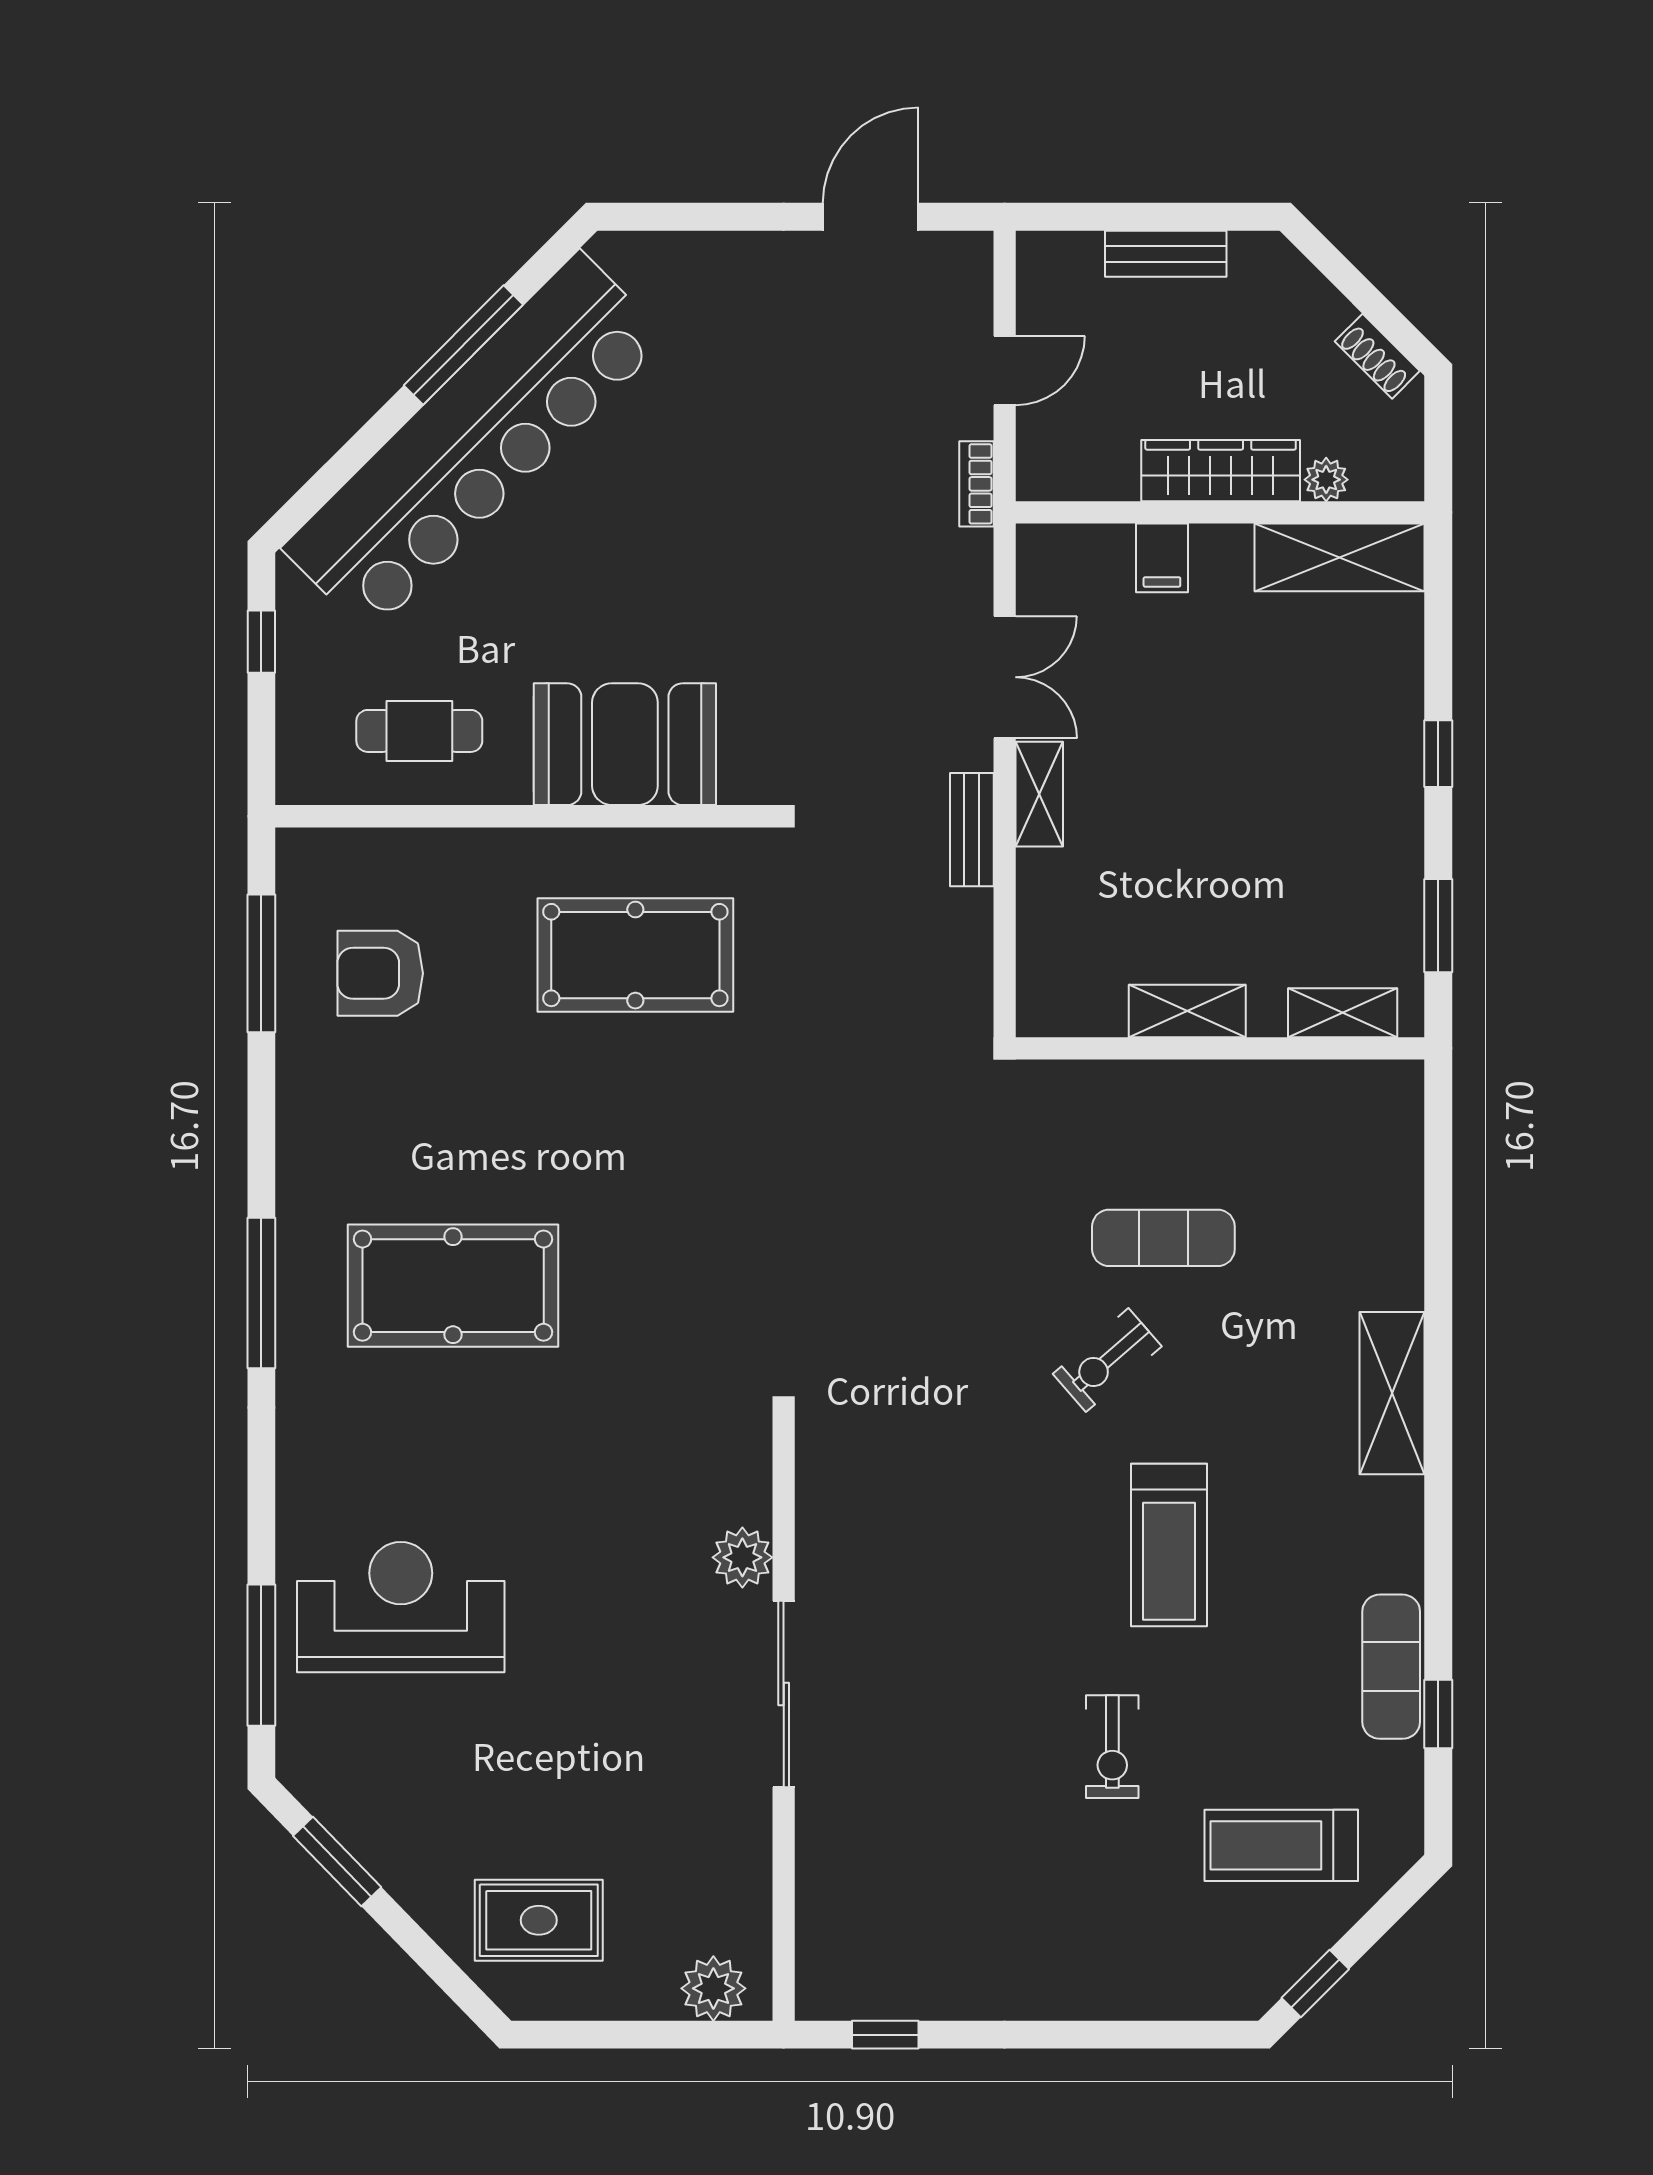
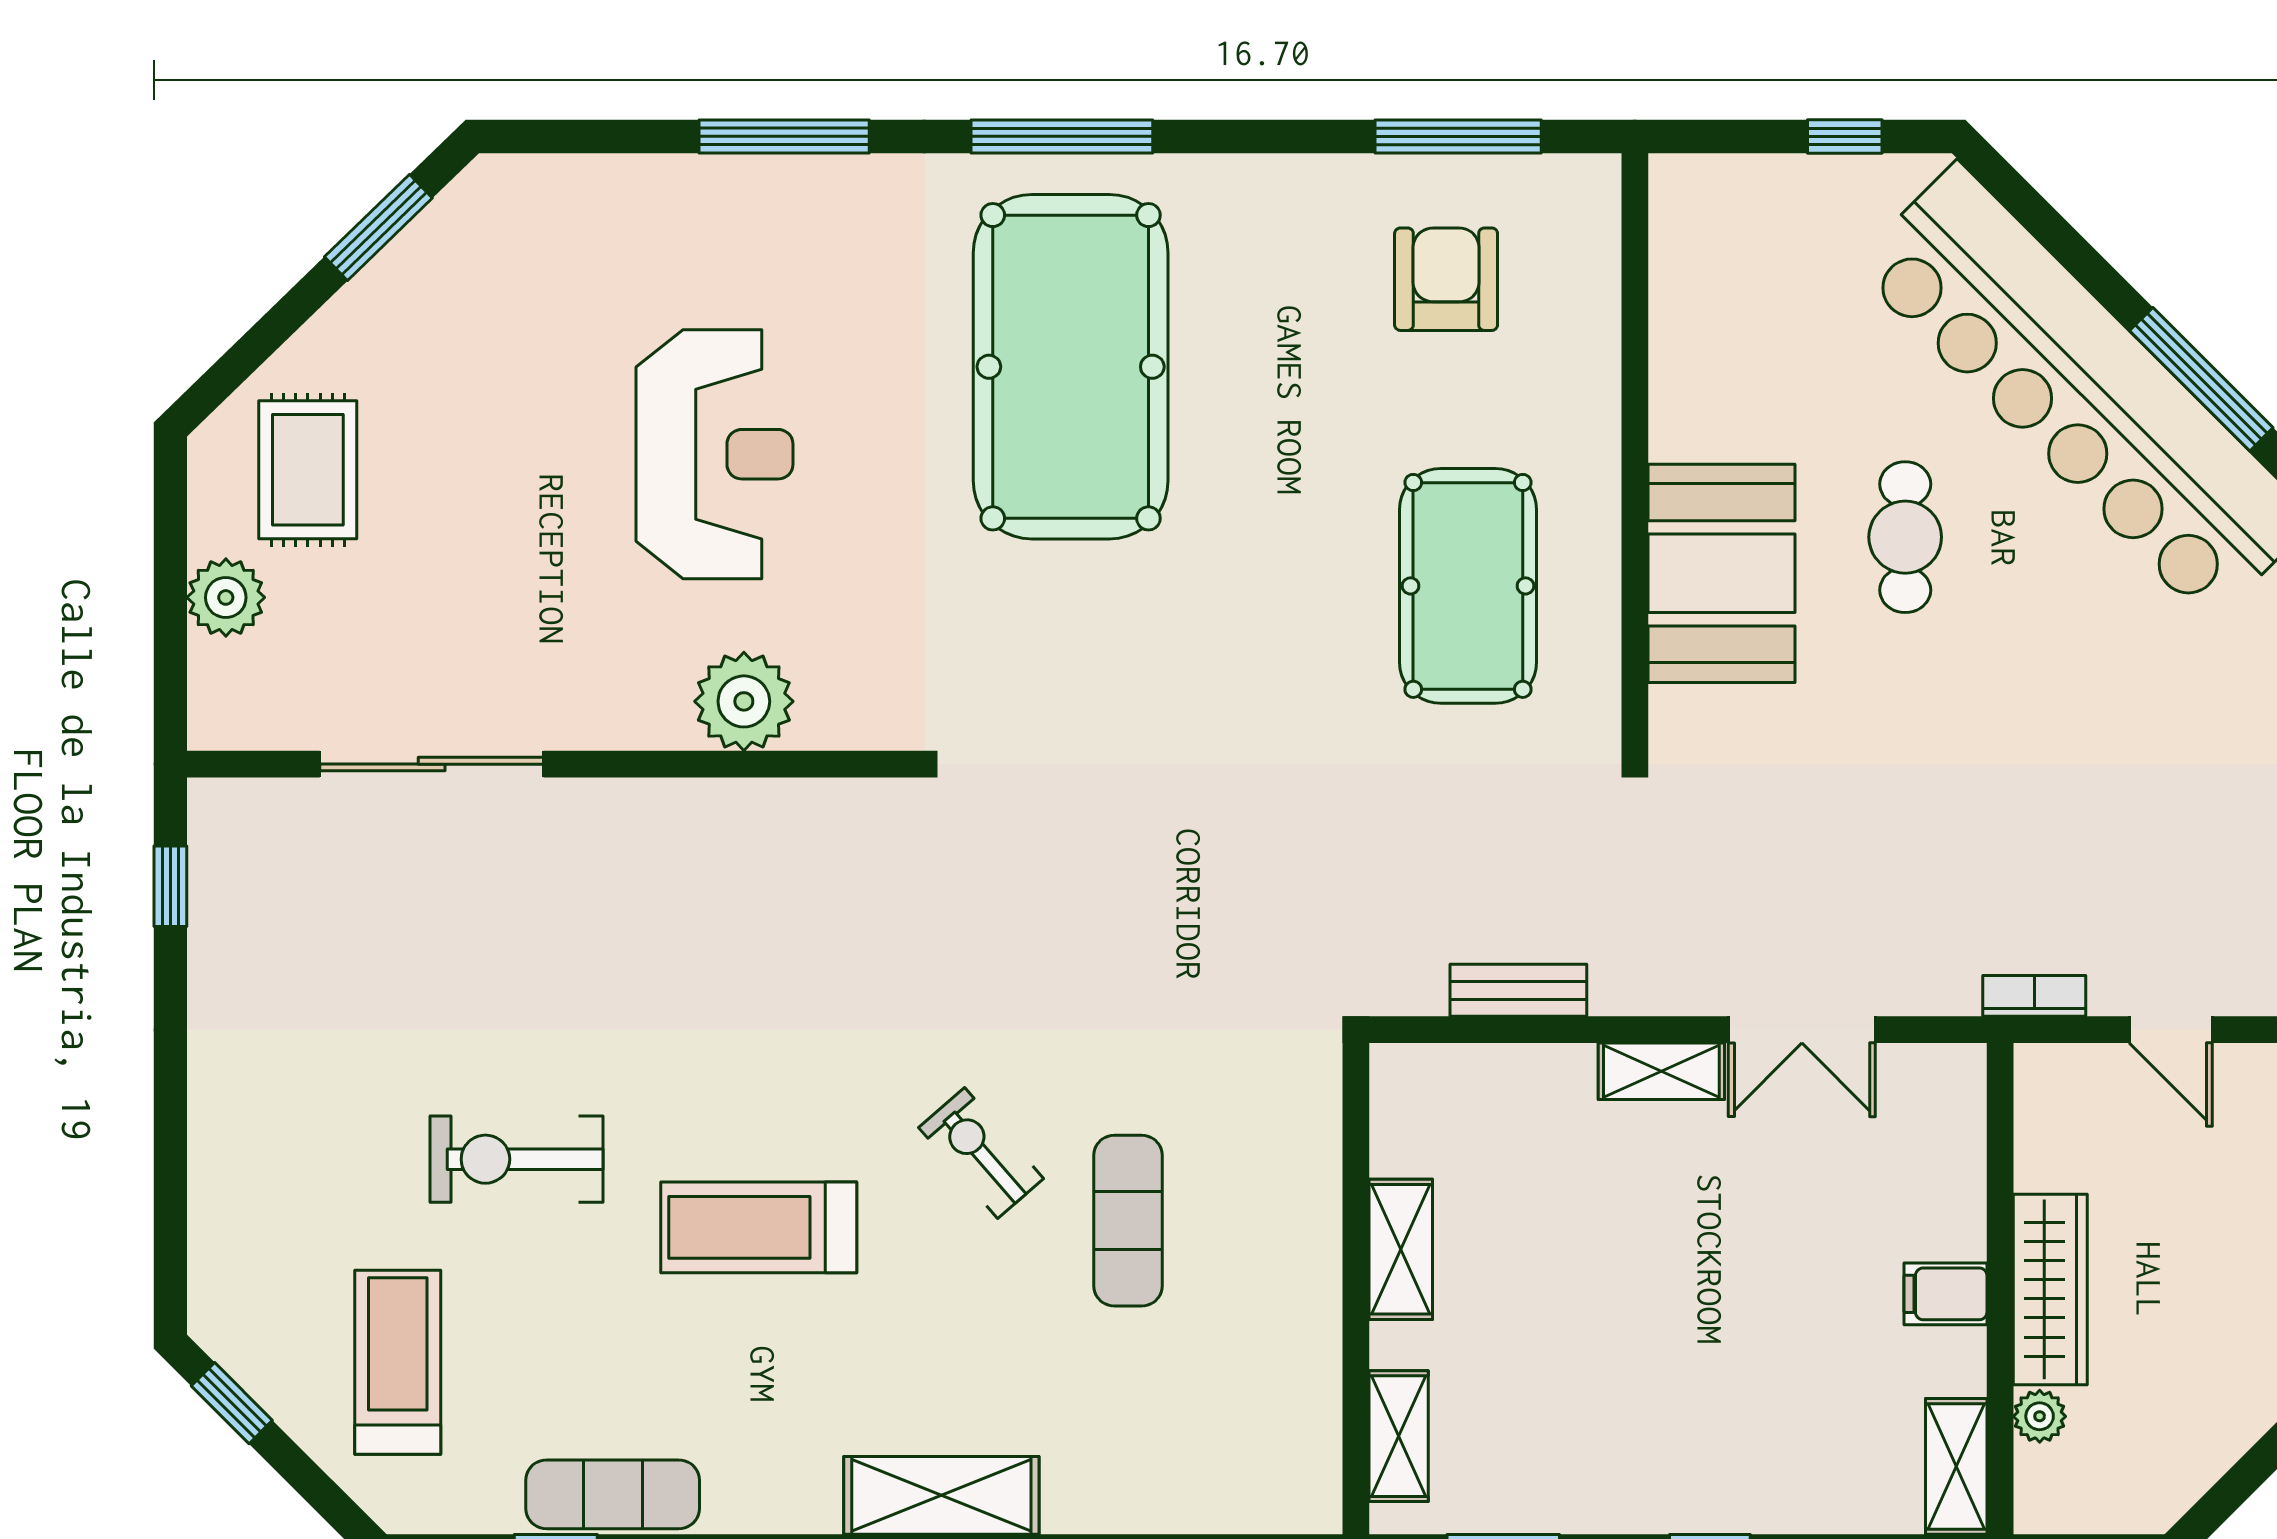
shoe rack: (1377, 356) -> (2188, 1478), removed
shelving: (1340, 557) -> (1956, 1466), width x0.67, depth x0.75
filing cabinet: (1162, 558) -> (1945, 1294), moved
cafe table: (419, 731) -> (1905, 537), moved
bench: (972, 830) -> (1518, 990), moved
pool table: (453, 1286) -> (1071, 367), width x1.36, depth x1.32
plant: (742, 1557) -> (744, 701), width x1.36, depth x1.36
reception desk: (401, 1607) -> (714, 454), moved
window: (261, 1655) -> (784, 136), moved
sliding door: (784, 1694) -> (432, 764), moved
exercise bike: (1112, 1747) -> (517, 1159), width x1.38, depth x1.39
plant: (713, 1988) -> (226, 597), moved

